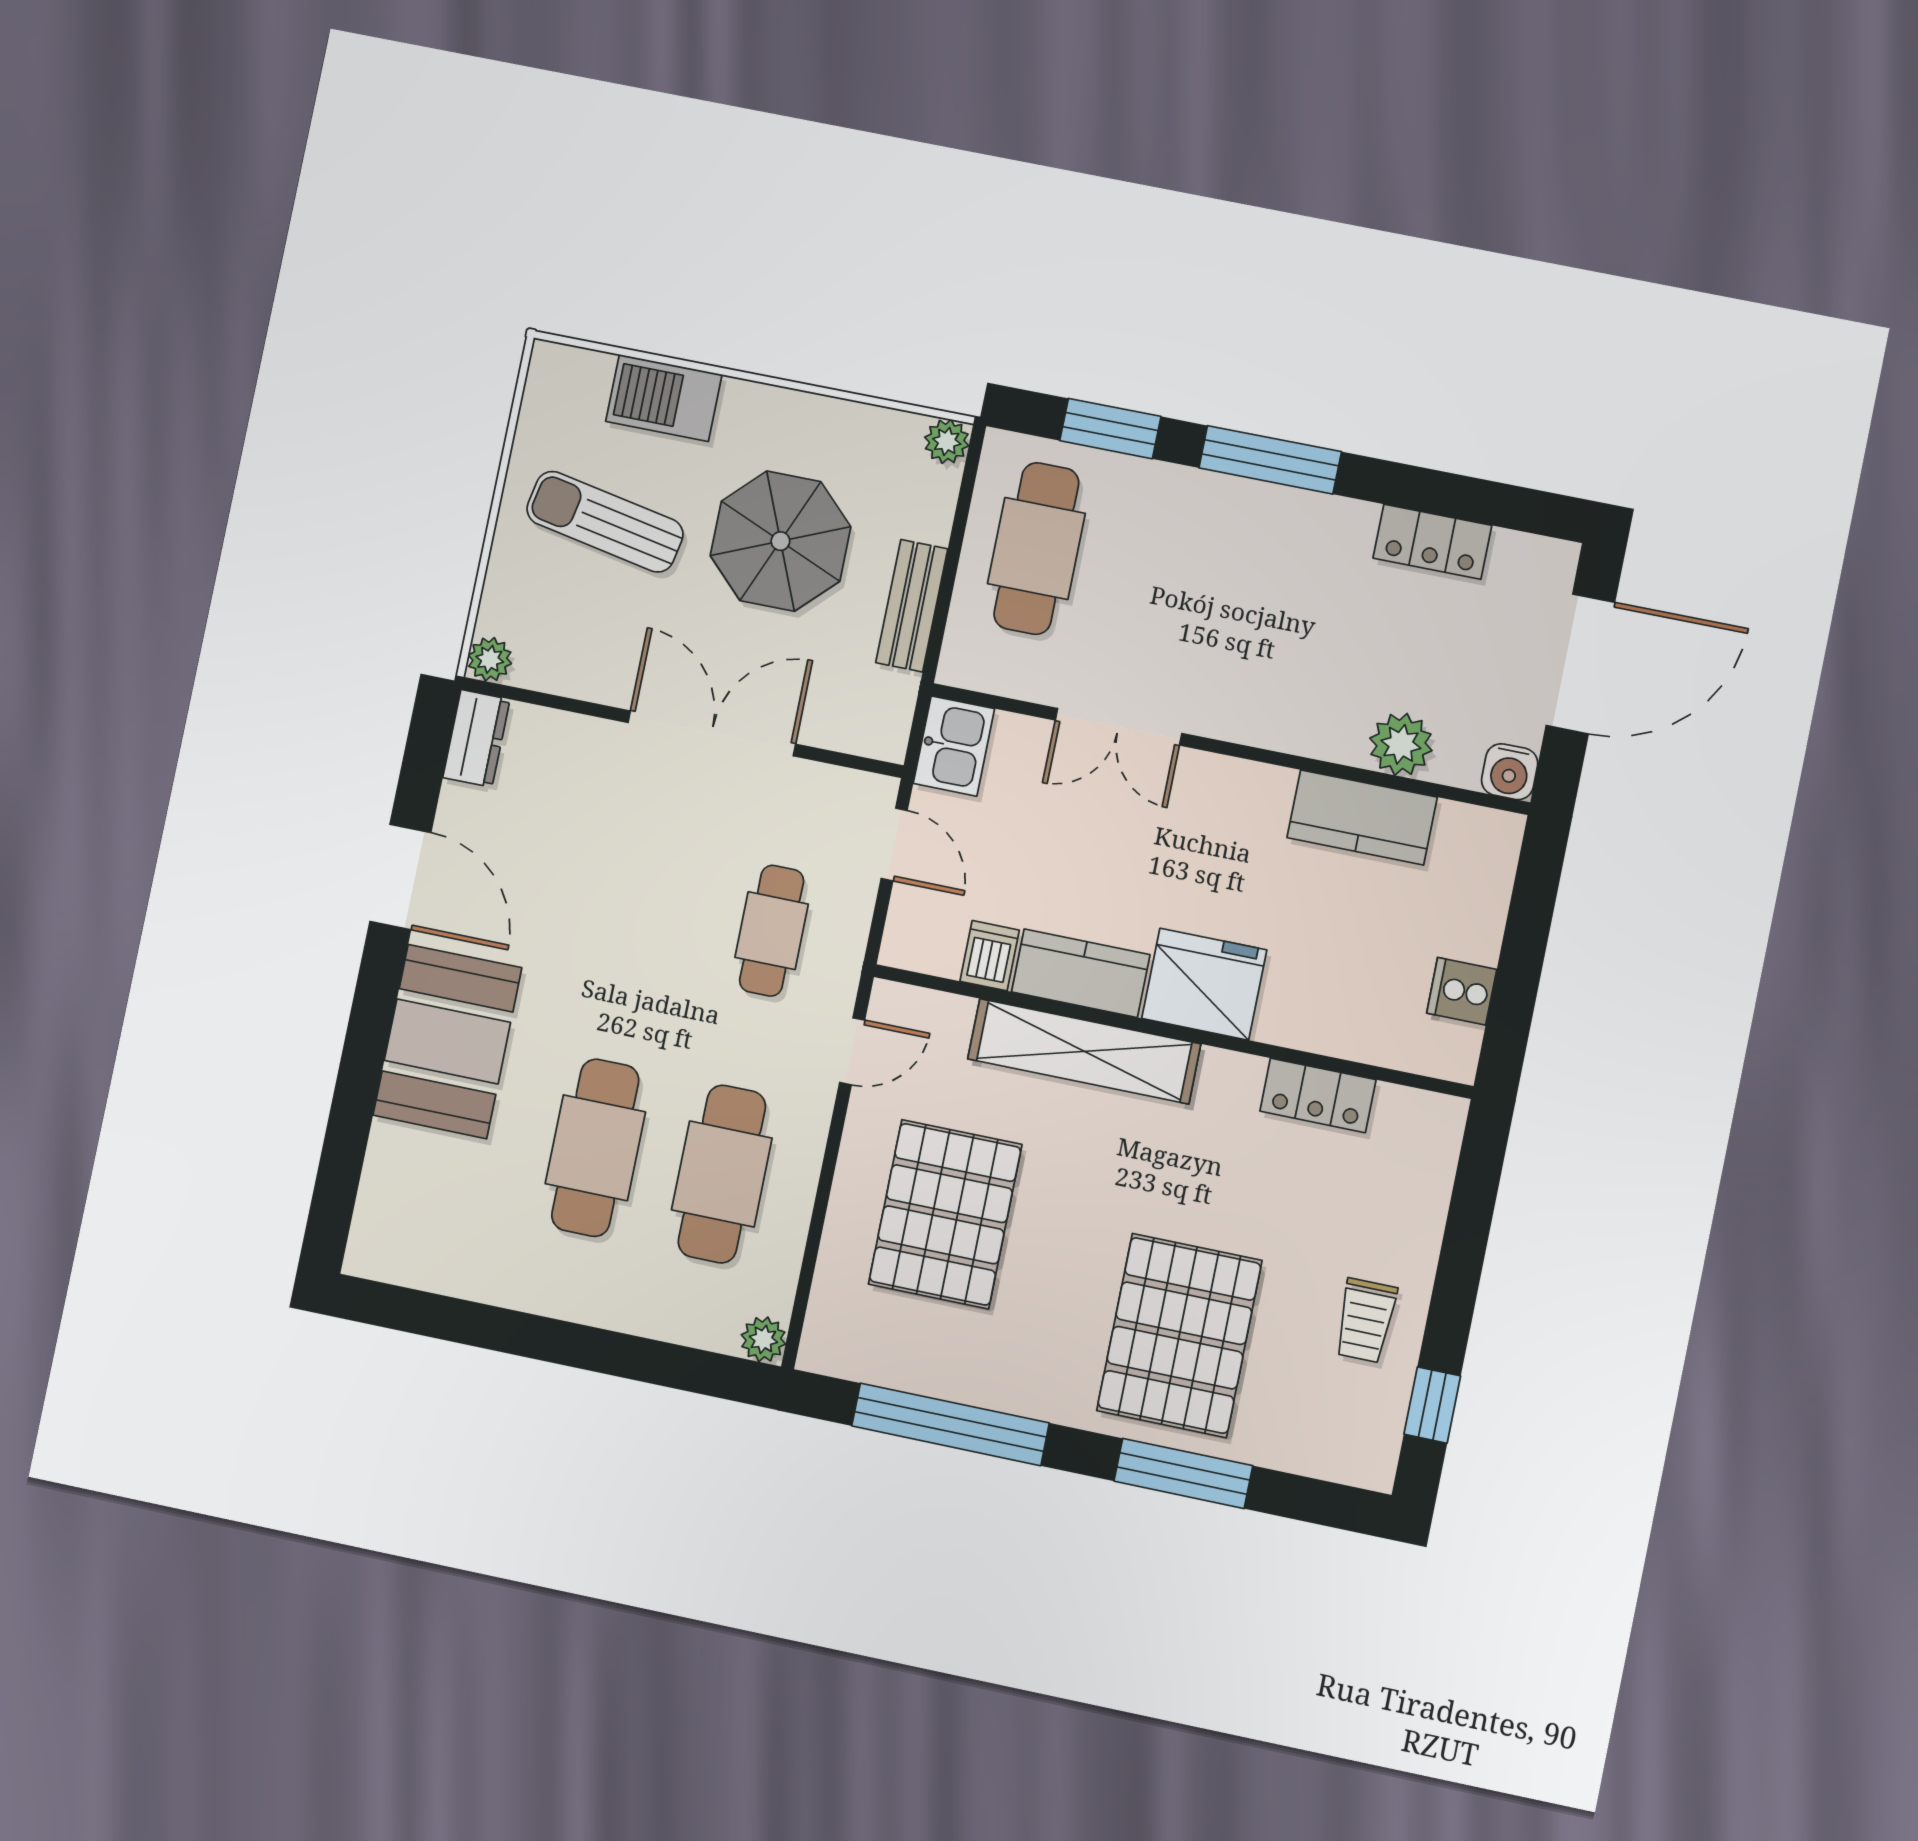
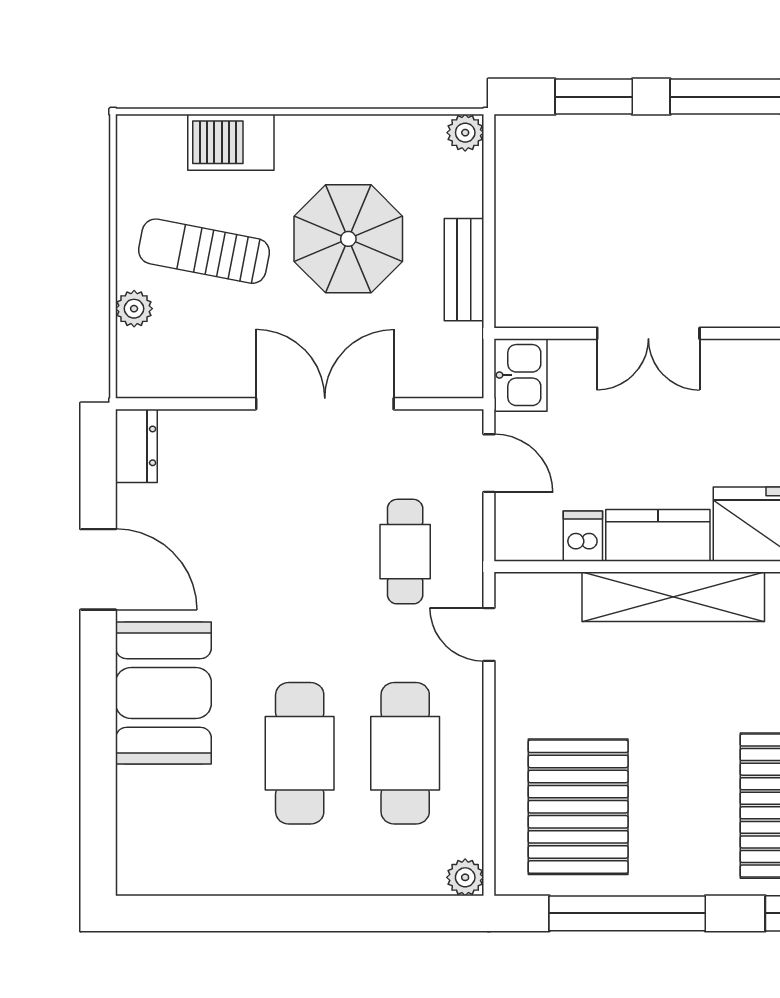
cafe table: (1036, 548) -> (554, 204), removed
plant: (490, 659) -> (134, 309), moved
door: (852, 1051) -> (489, 634), swing flipped
pallet: (945, 1214) -> (578, 807), moved

